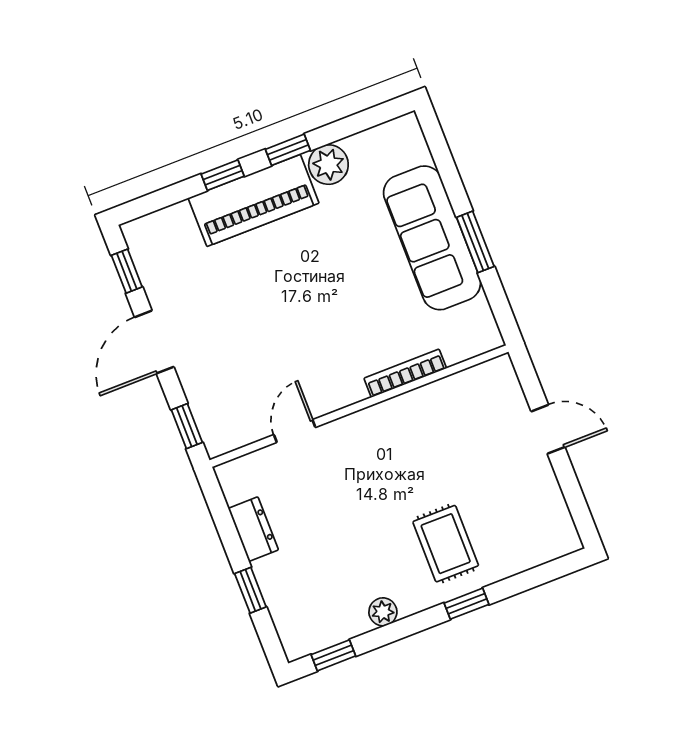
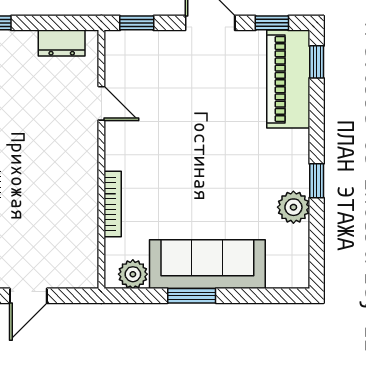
window: (223, 175) -> (317, 62), moved
piano: (254, 200) -> (288, 79), moved
plant: (477, 319) -> (133, 274), added
dresser: (253, 529) -> (62, 43), moved

